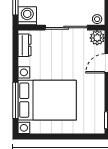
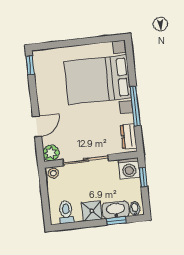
window: (15, 100) -> (135, 106), moved

